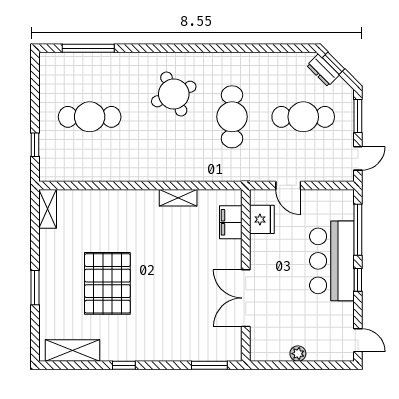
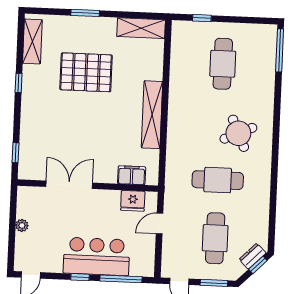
window: (88, 48) -> (280, 50), moved
shelving: (178, 198) -> (152, 115), width x2.20, depth x1.33
shelving: (48, 209) -> (141, 28), width x1.50, depth x1.33
window: (209, 365) -> (15, 153), width x0.67

